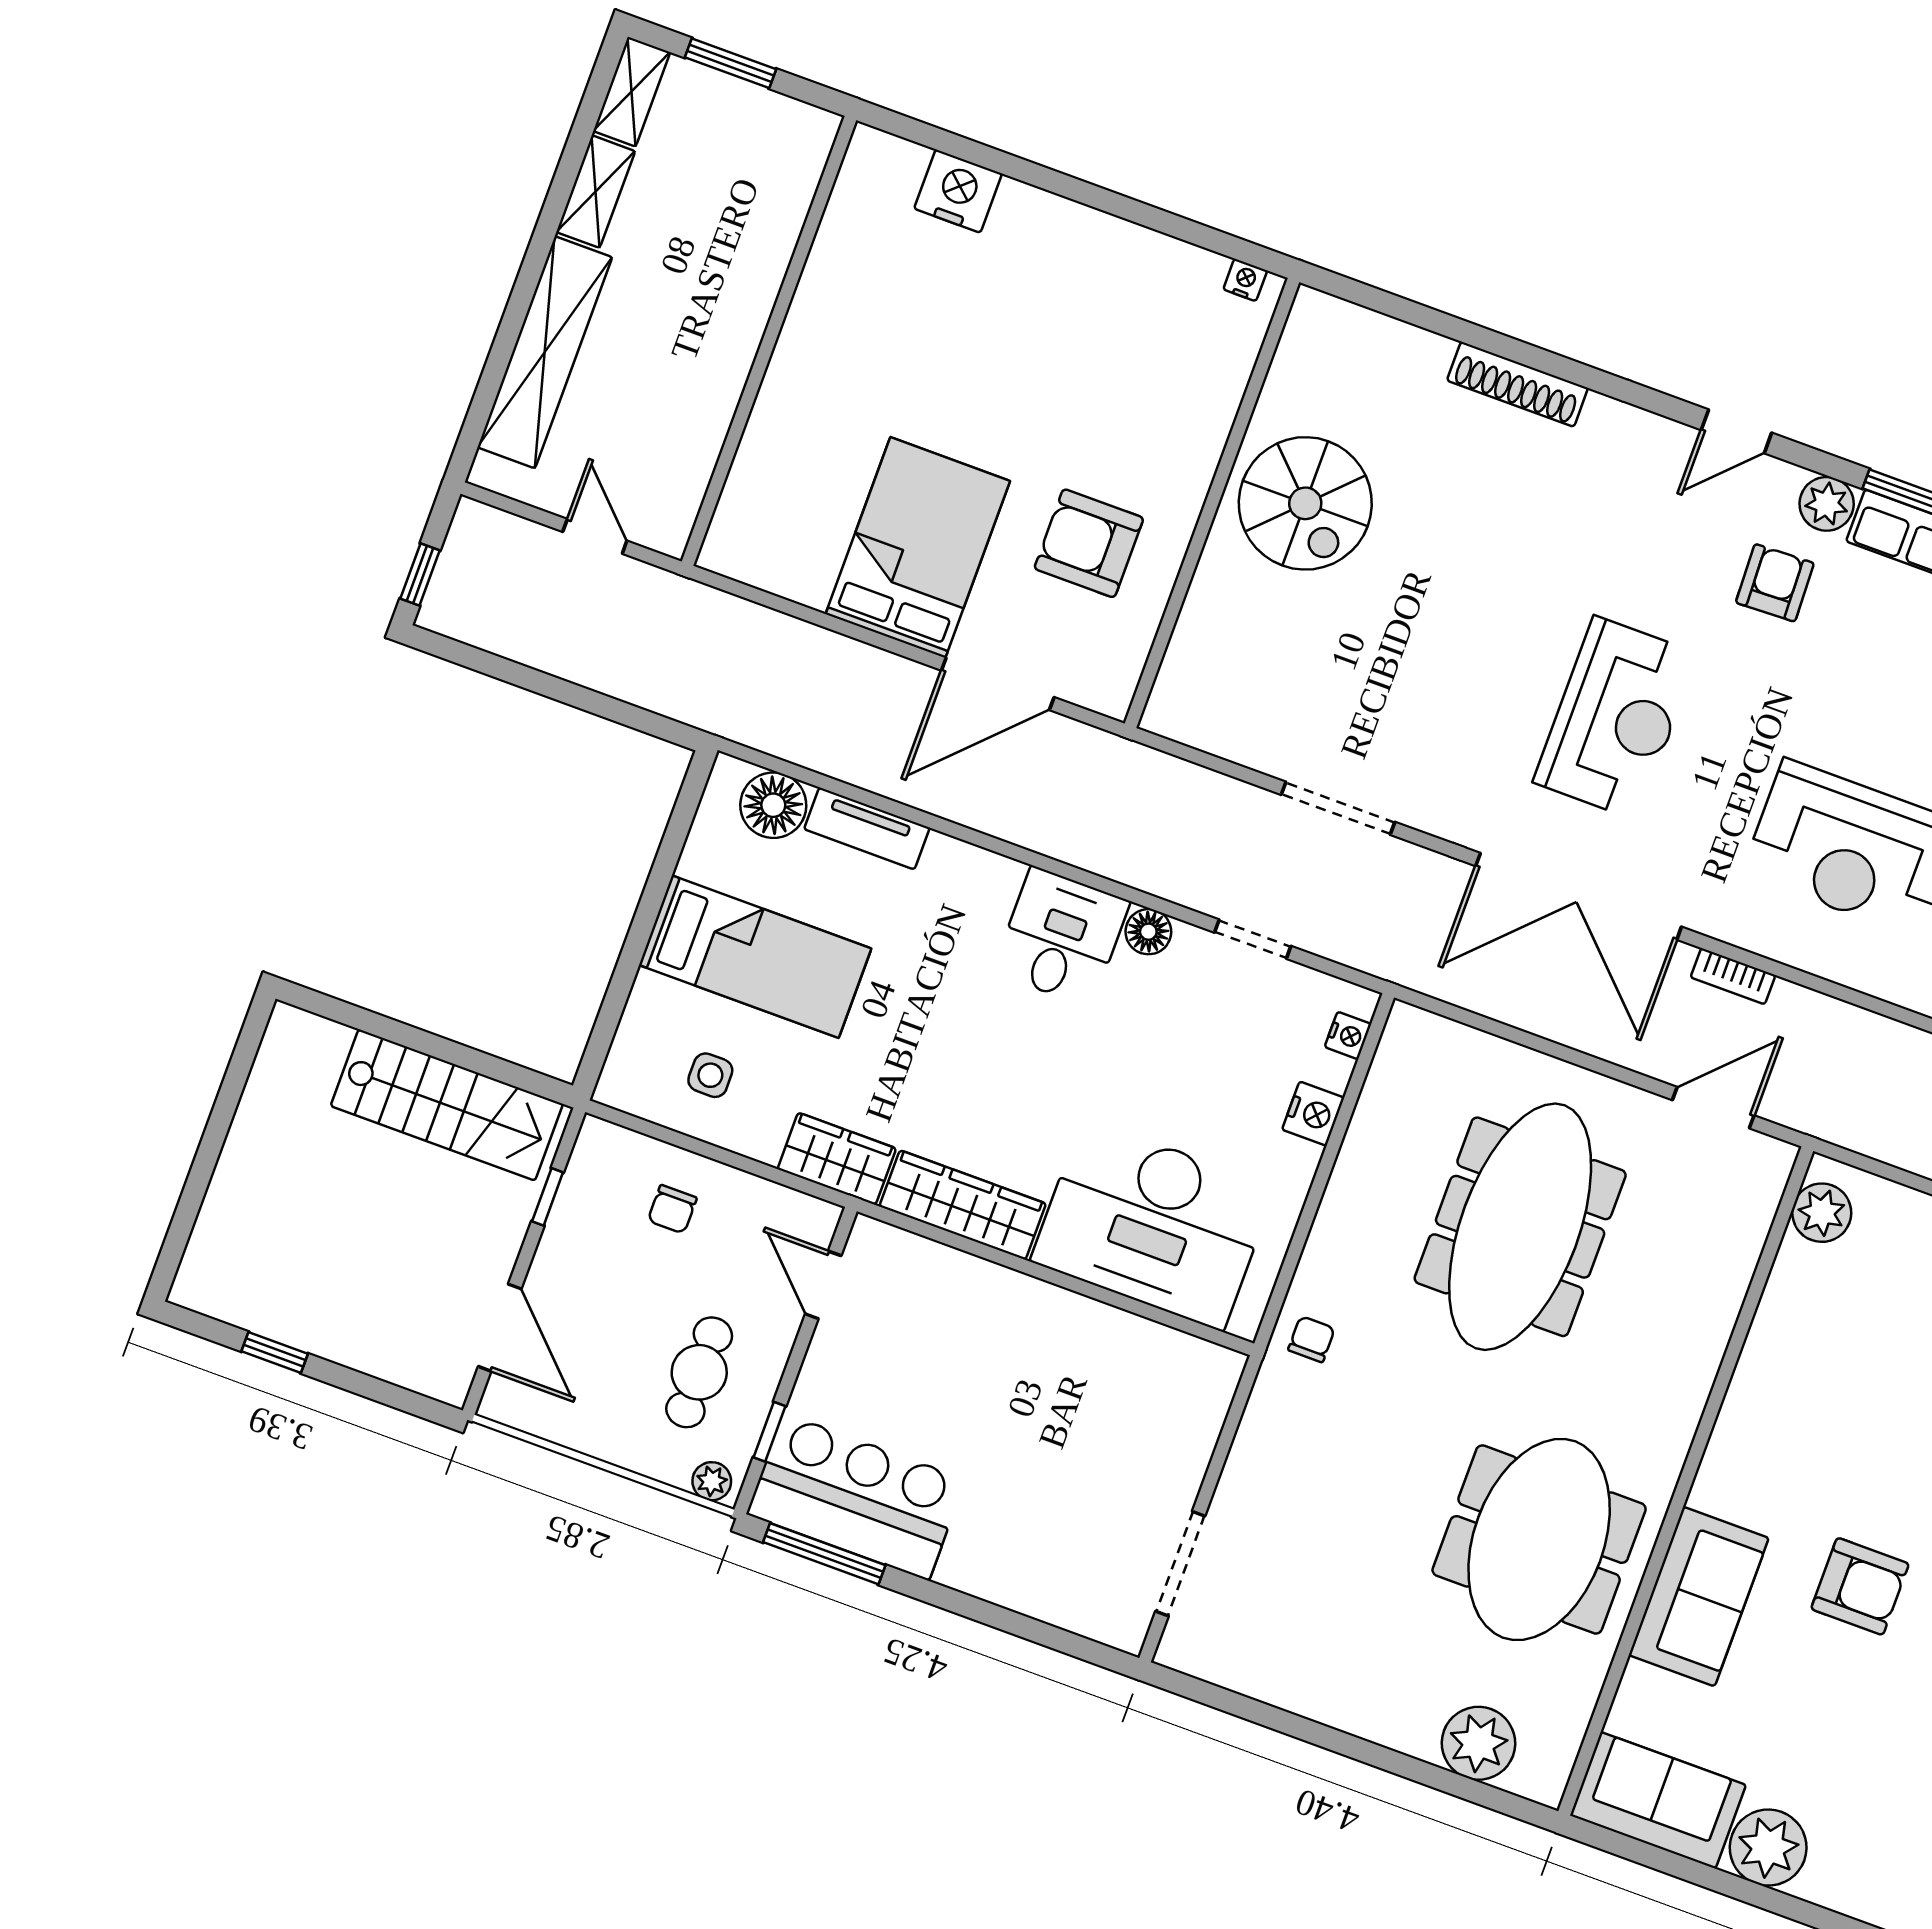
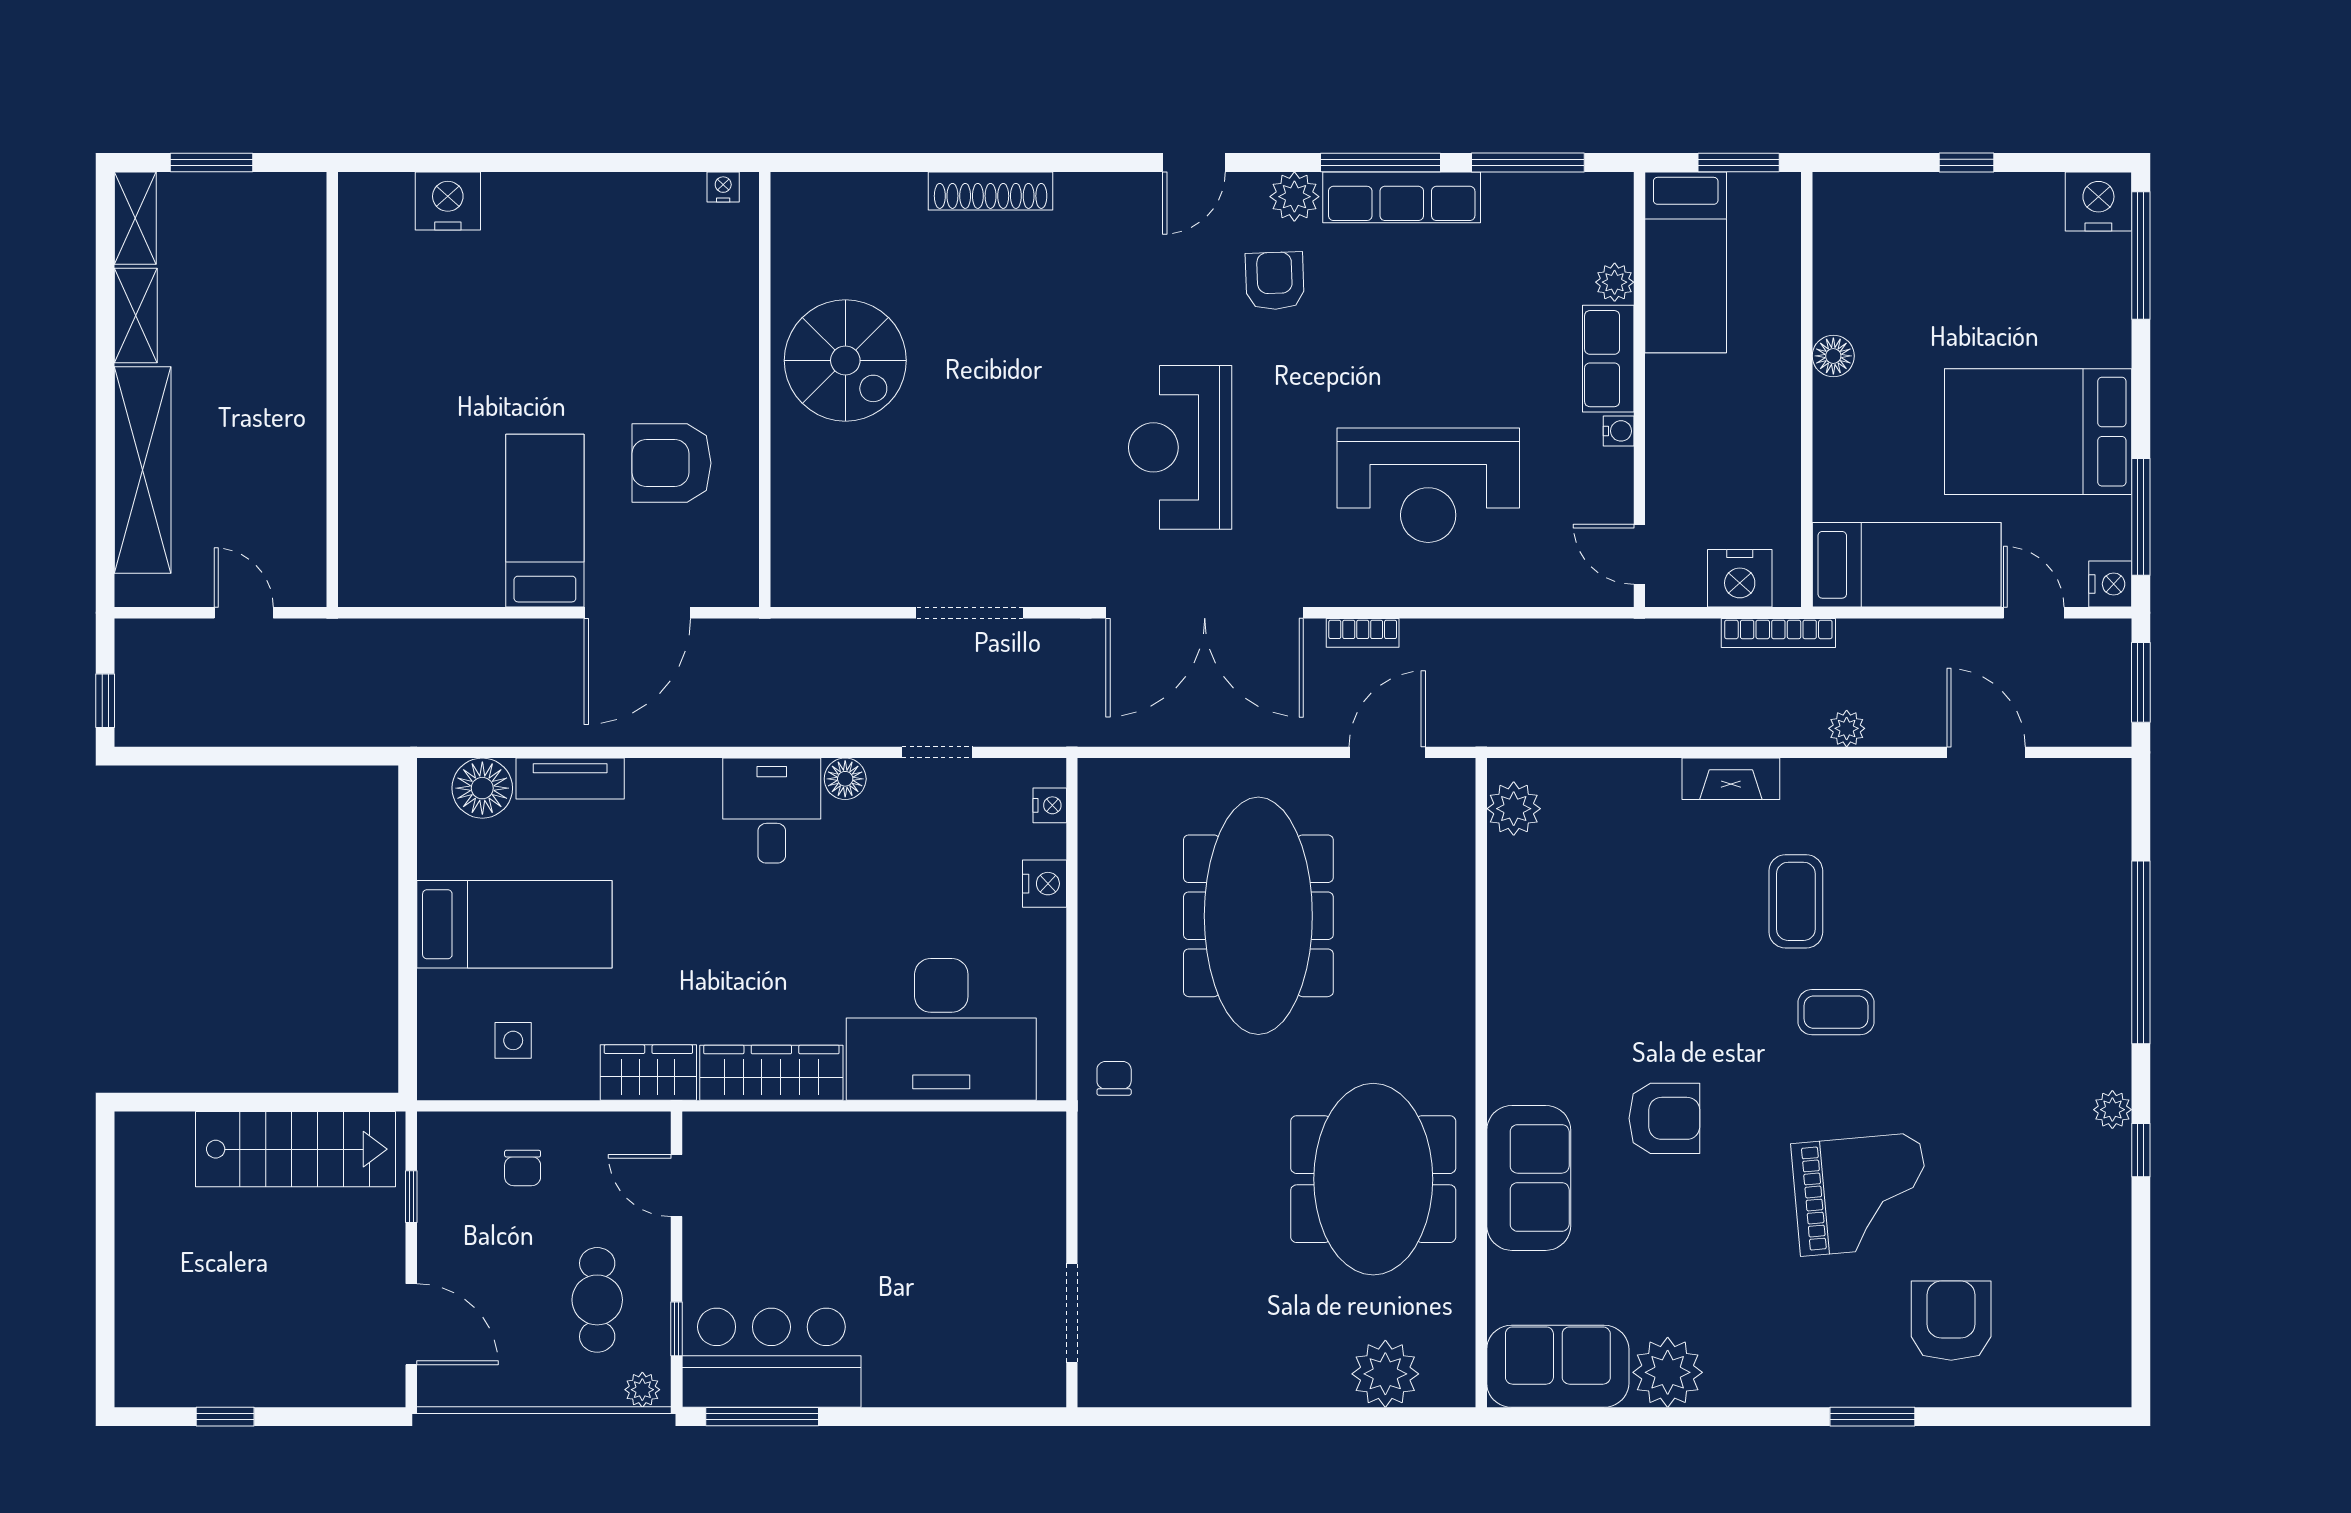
bed: (918, 548) -> (545, 521), width x0.67
reception desk: (1616, 718) -> (1180, 447), turned 180

